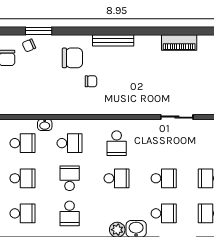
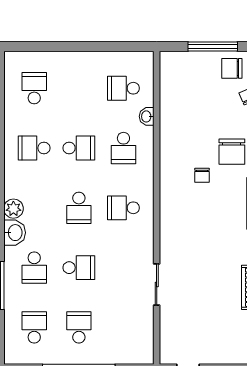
school desk: (22, 143) -> (123, 88), turned 90
school desk: (22, 178) -> (79, 88), removed
school desk: (164, 178) -> (79, 268), turned -90
school desk: (22, 213) -> (34, 88), turned 180

